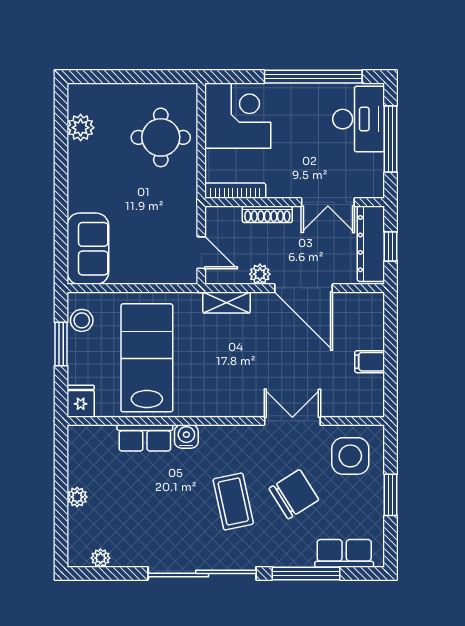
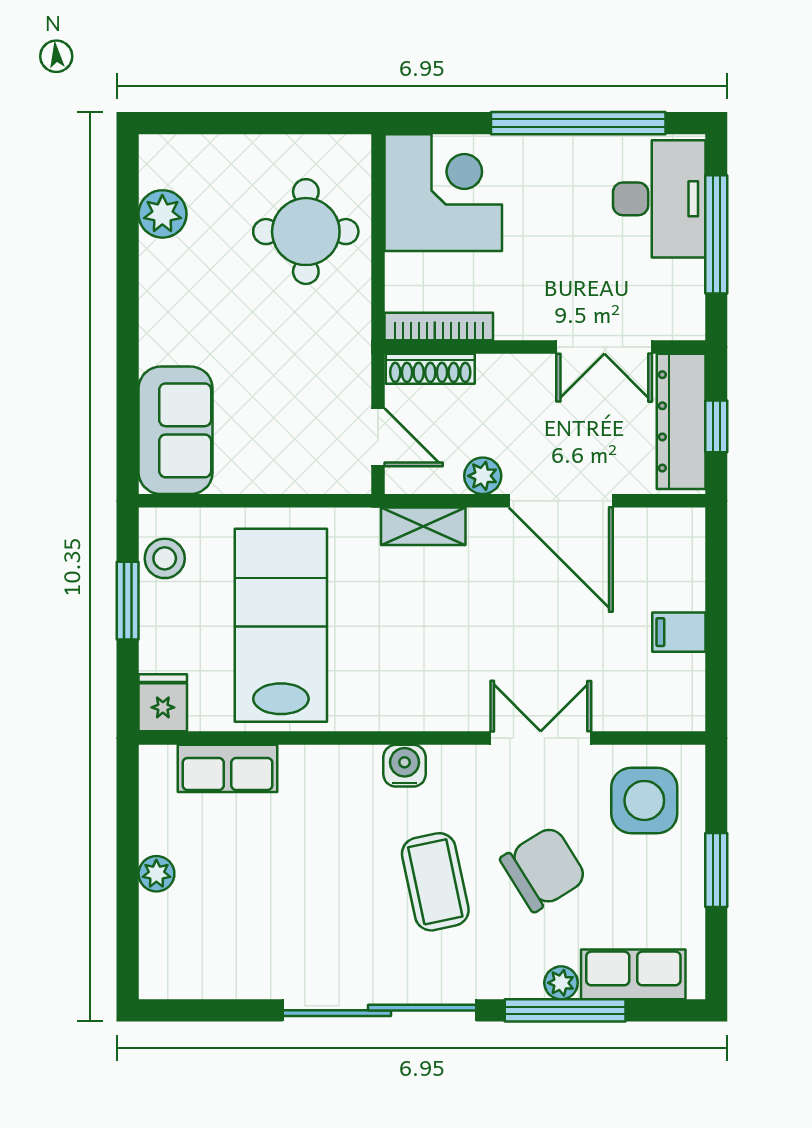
shoe rack: (267, 214) -> (430, 369), moved
water cooler: (186, 436) -> (405, 766), moved
row of seats: (145, 438) -> (228, 768), moved
plant: (100, 558) -> (561, 983), moved

